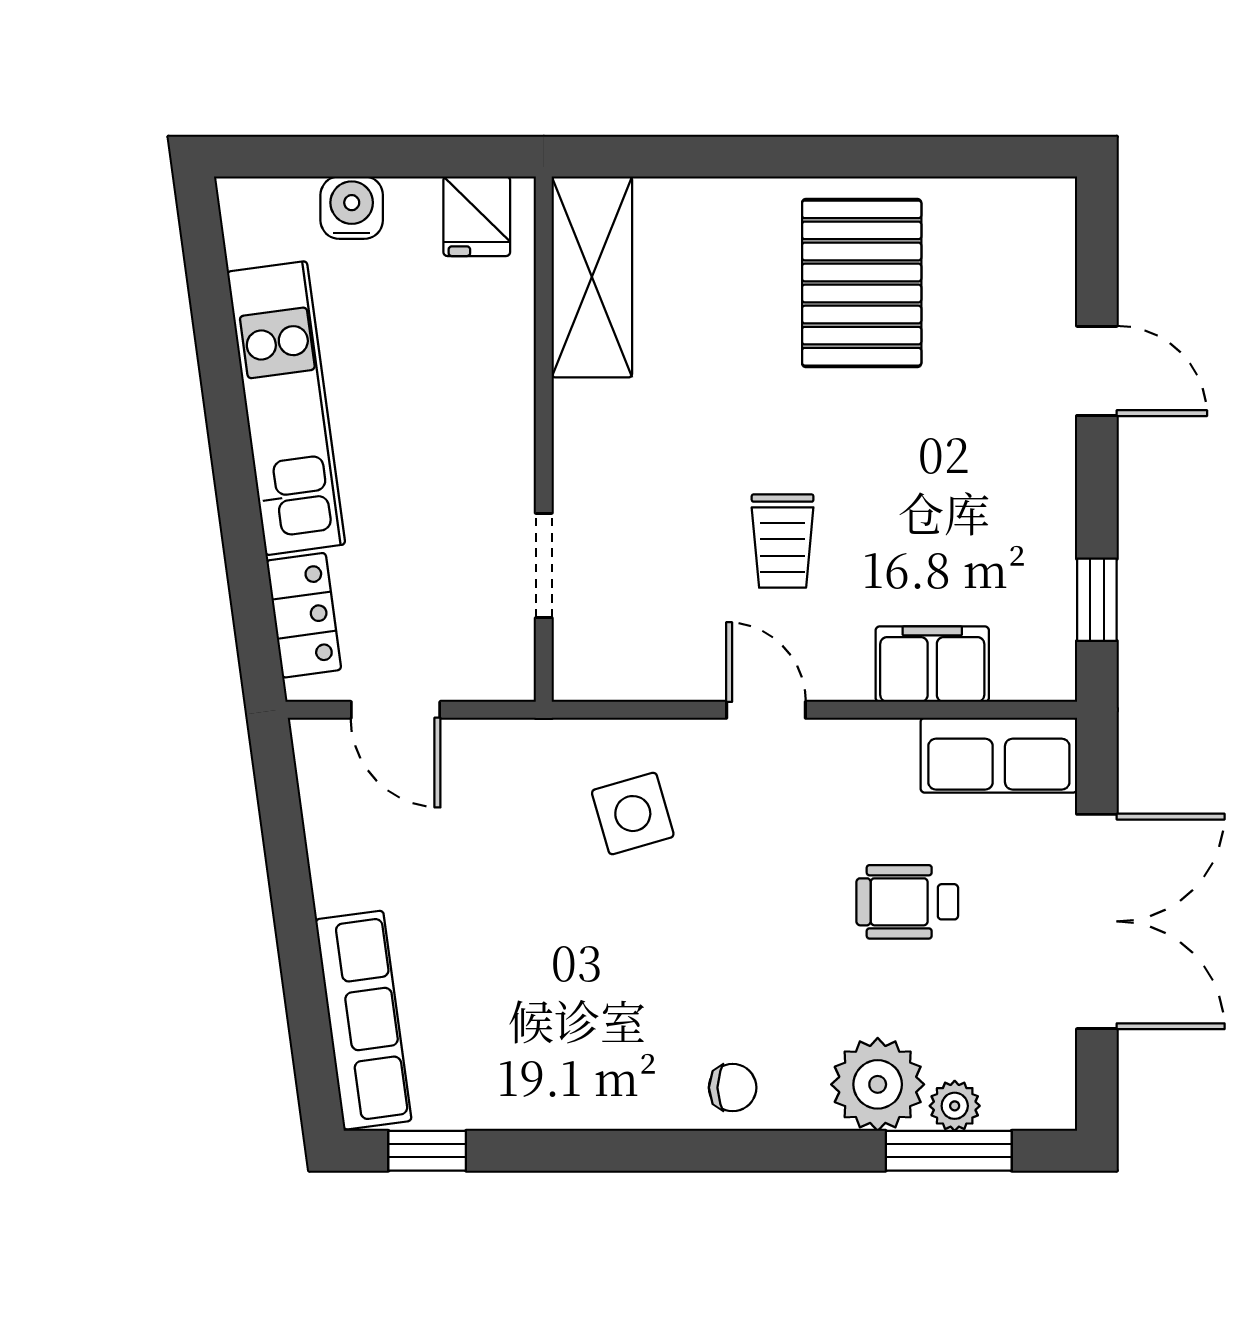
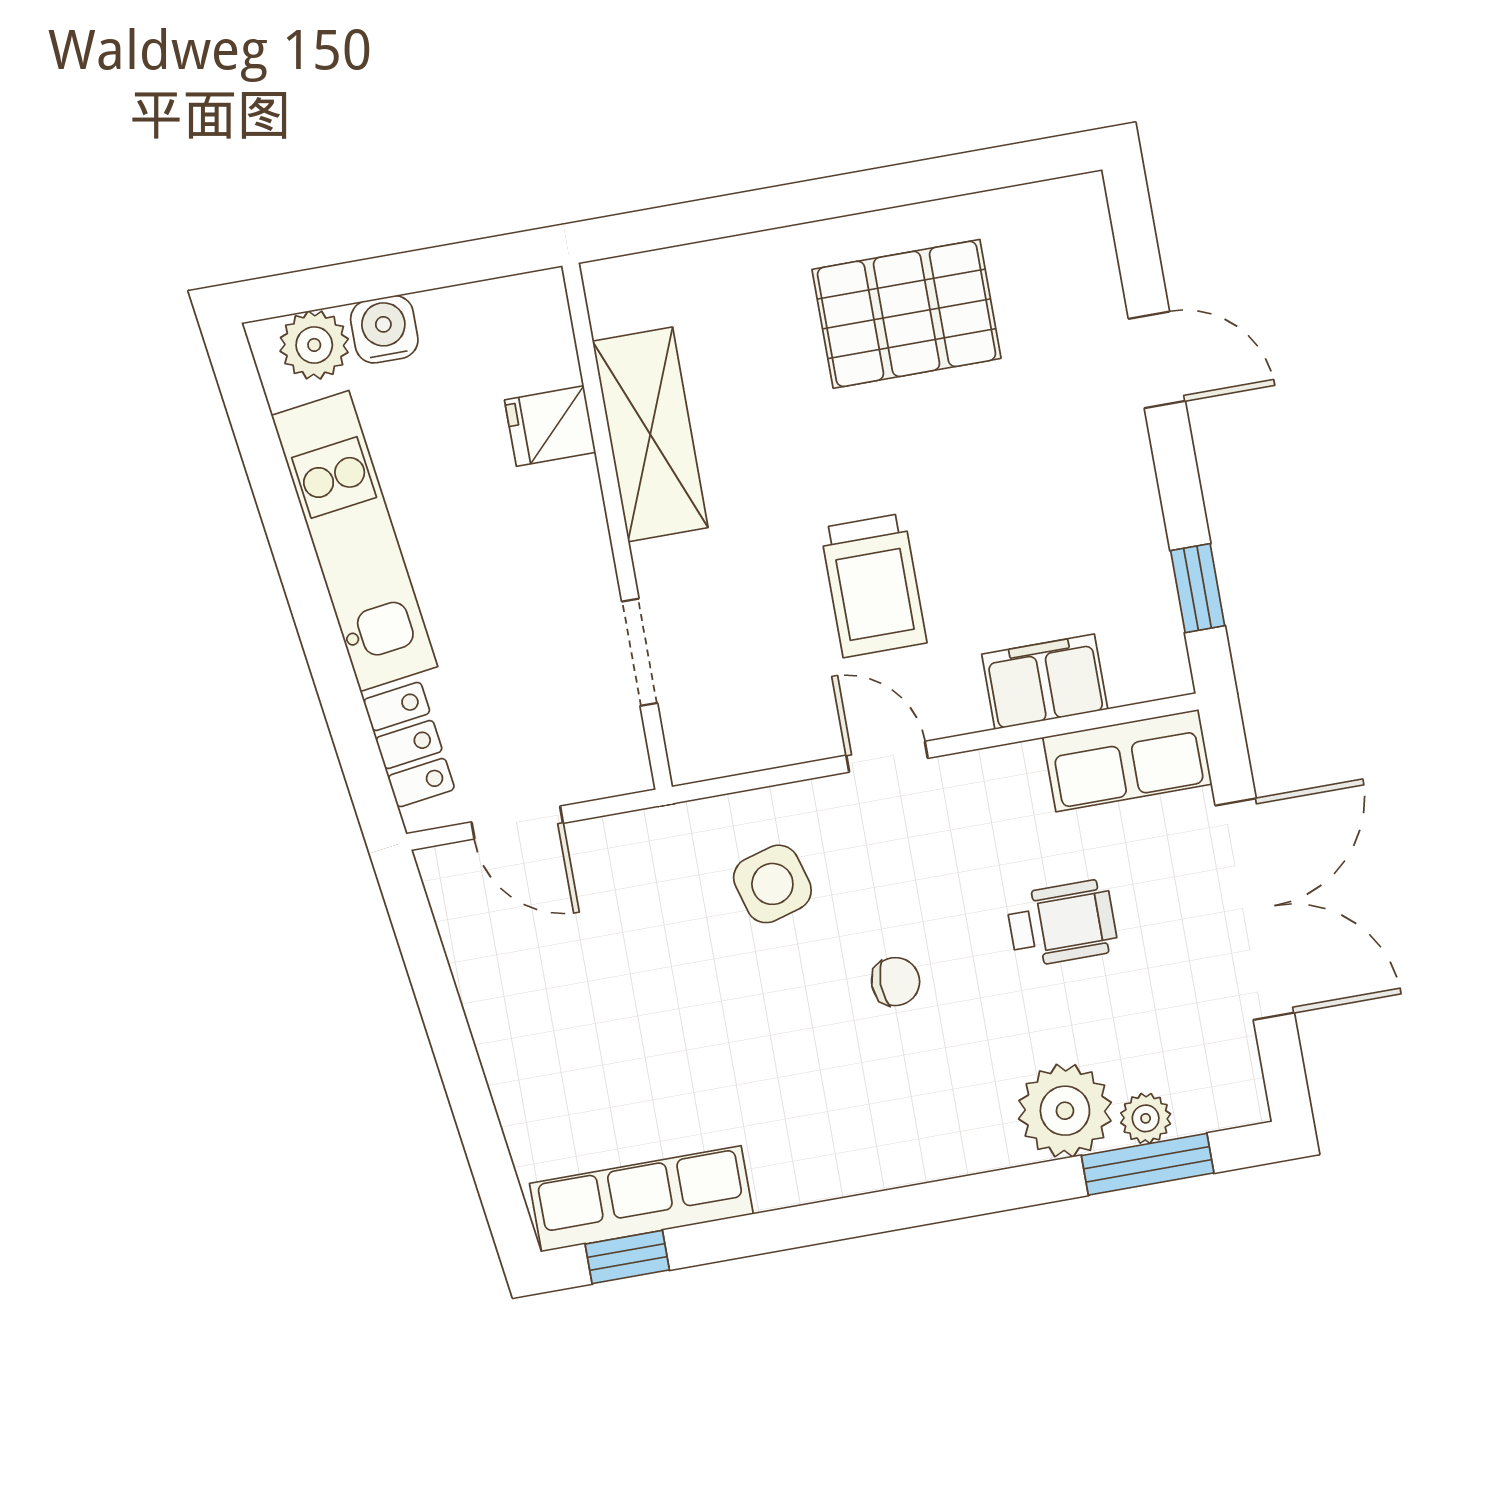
plant: (281, 211) -> (314, 345), added
fridge: (477, 216) -> (550, 426), moved, turned 90
shelving: (592, 277) -> (650, 434), moved
pallet: (862, 283) -> (907, 314), turned 90
trolley: (783, 541) -> (873, 585), width x1.36, depth x1.39
wheelchair: (907, 902) -> (1062, 923), turned 180
row of seats: (363, 1020) -> (641, 1199), moved, turned -82
chair: (733, 1088) -> (896, 982), moved

